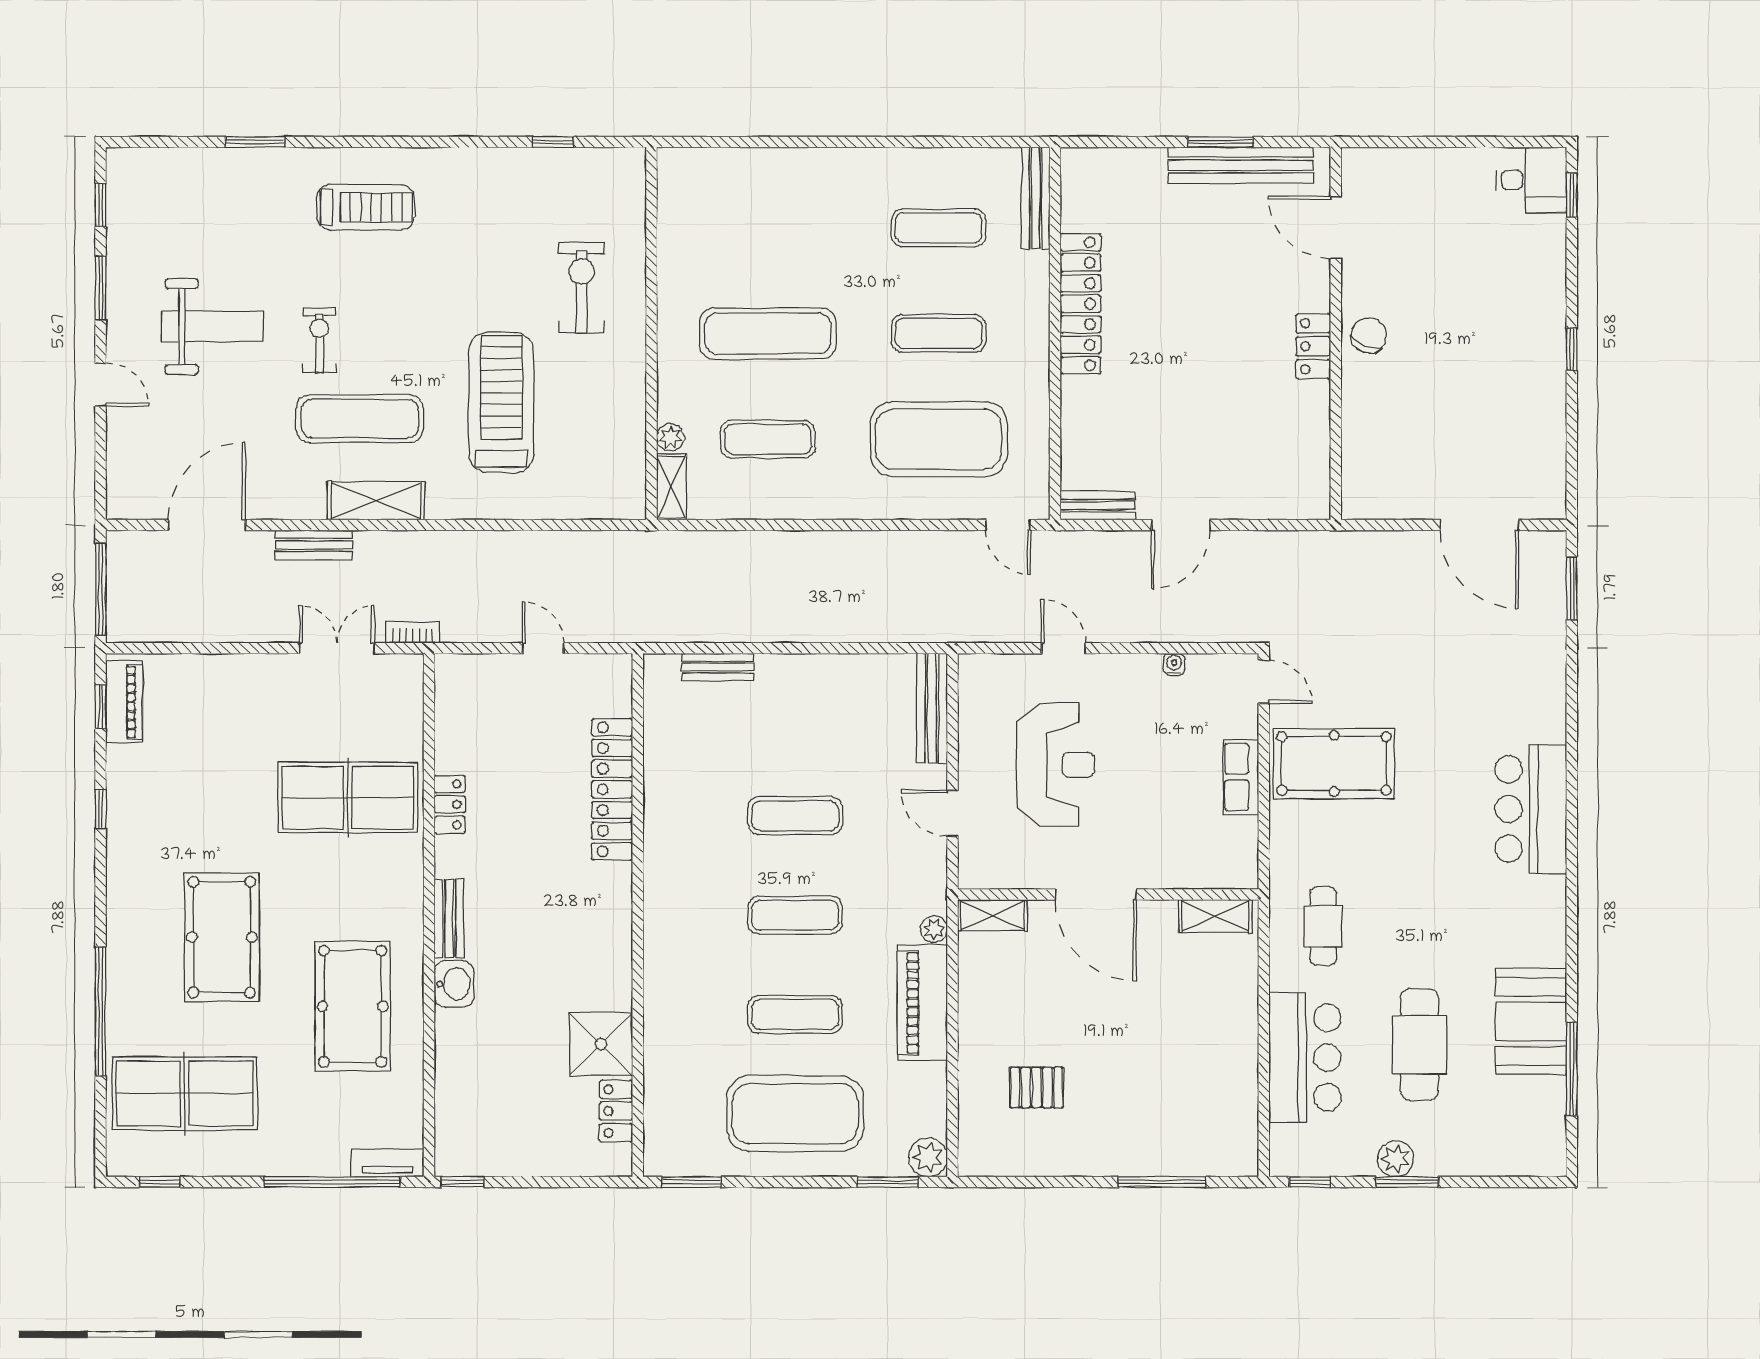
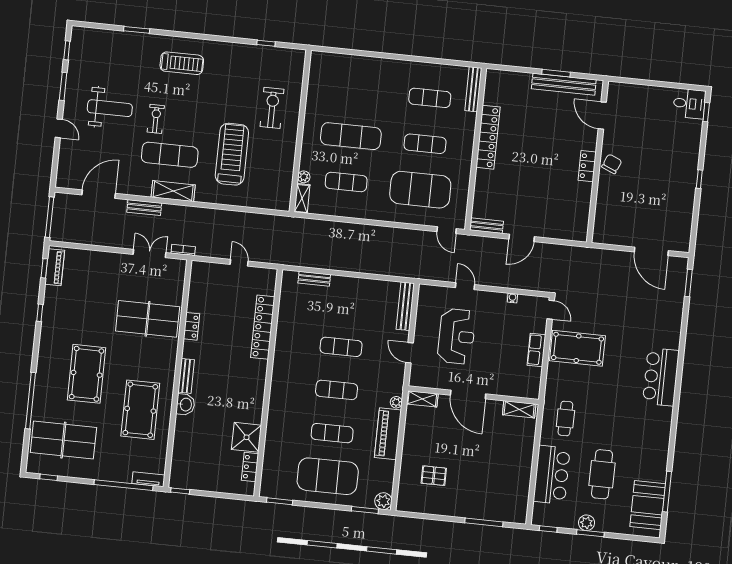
booth: (1531, 1021) -> (648, 505), moved

